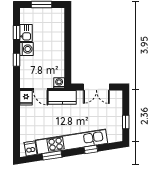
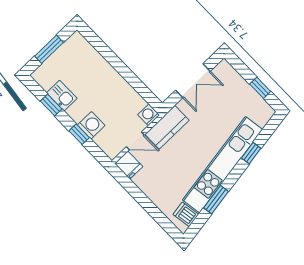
washing machine: (26, 49) -> (91, 125), moved

